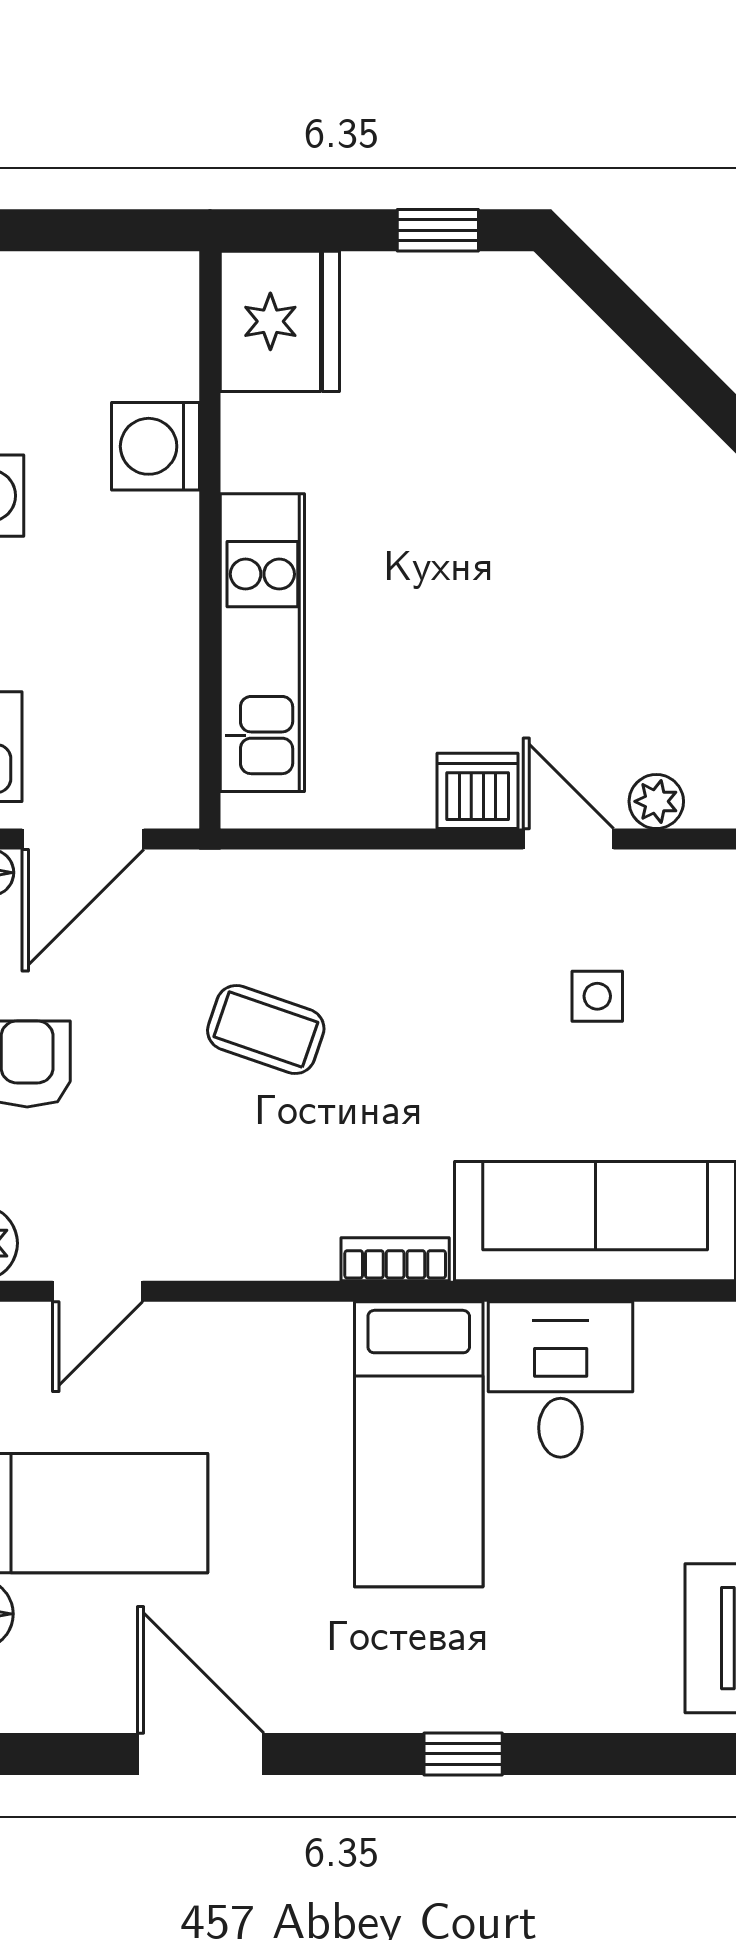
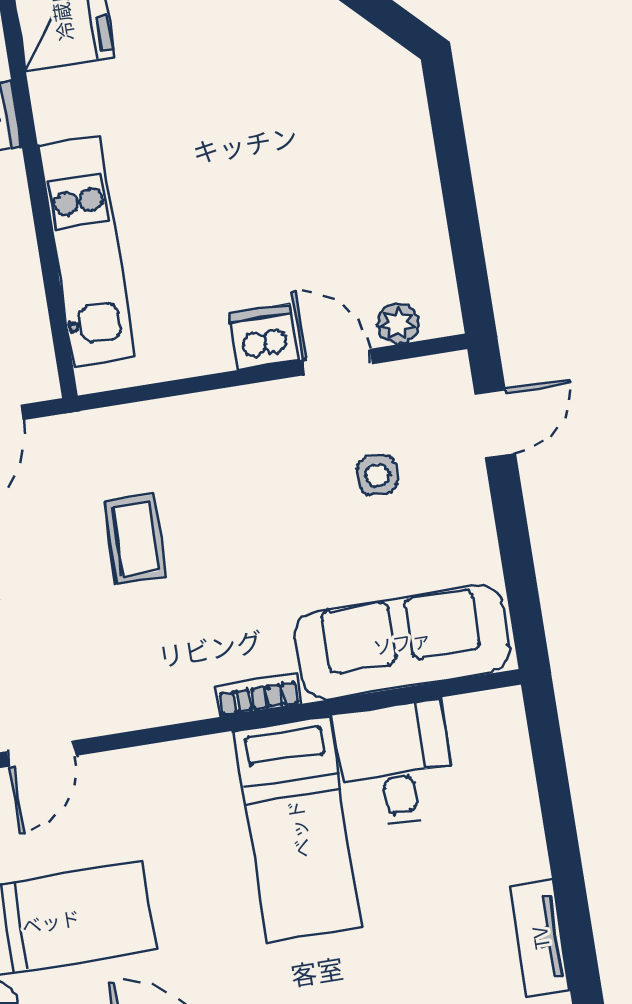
coffee table: (266, 1029) -> (135, 539), turned 72

